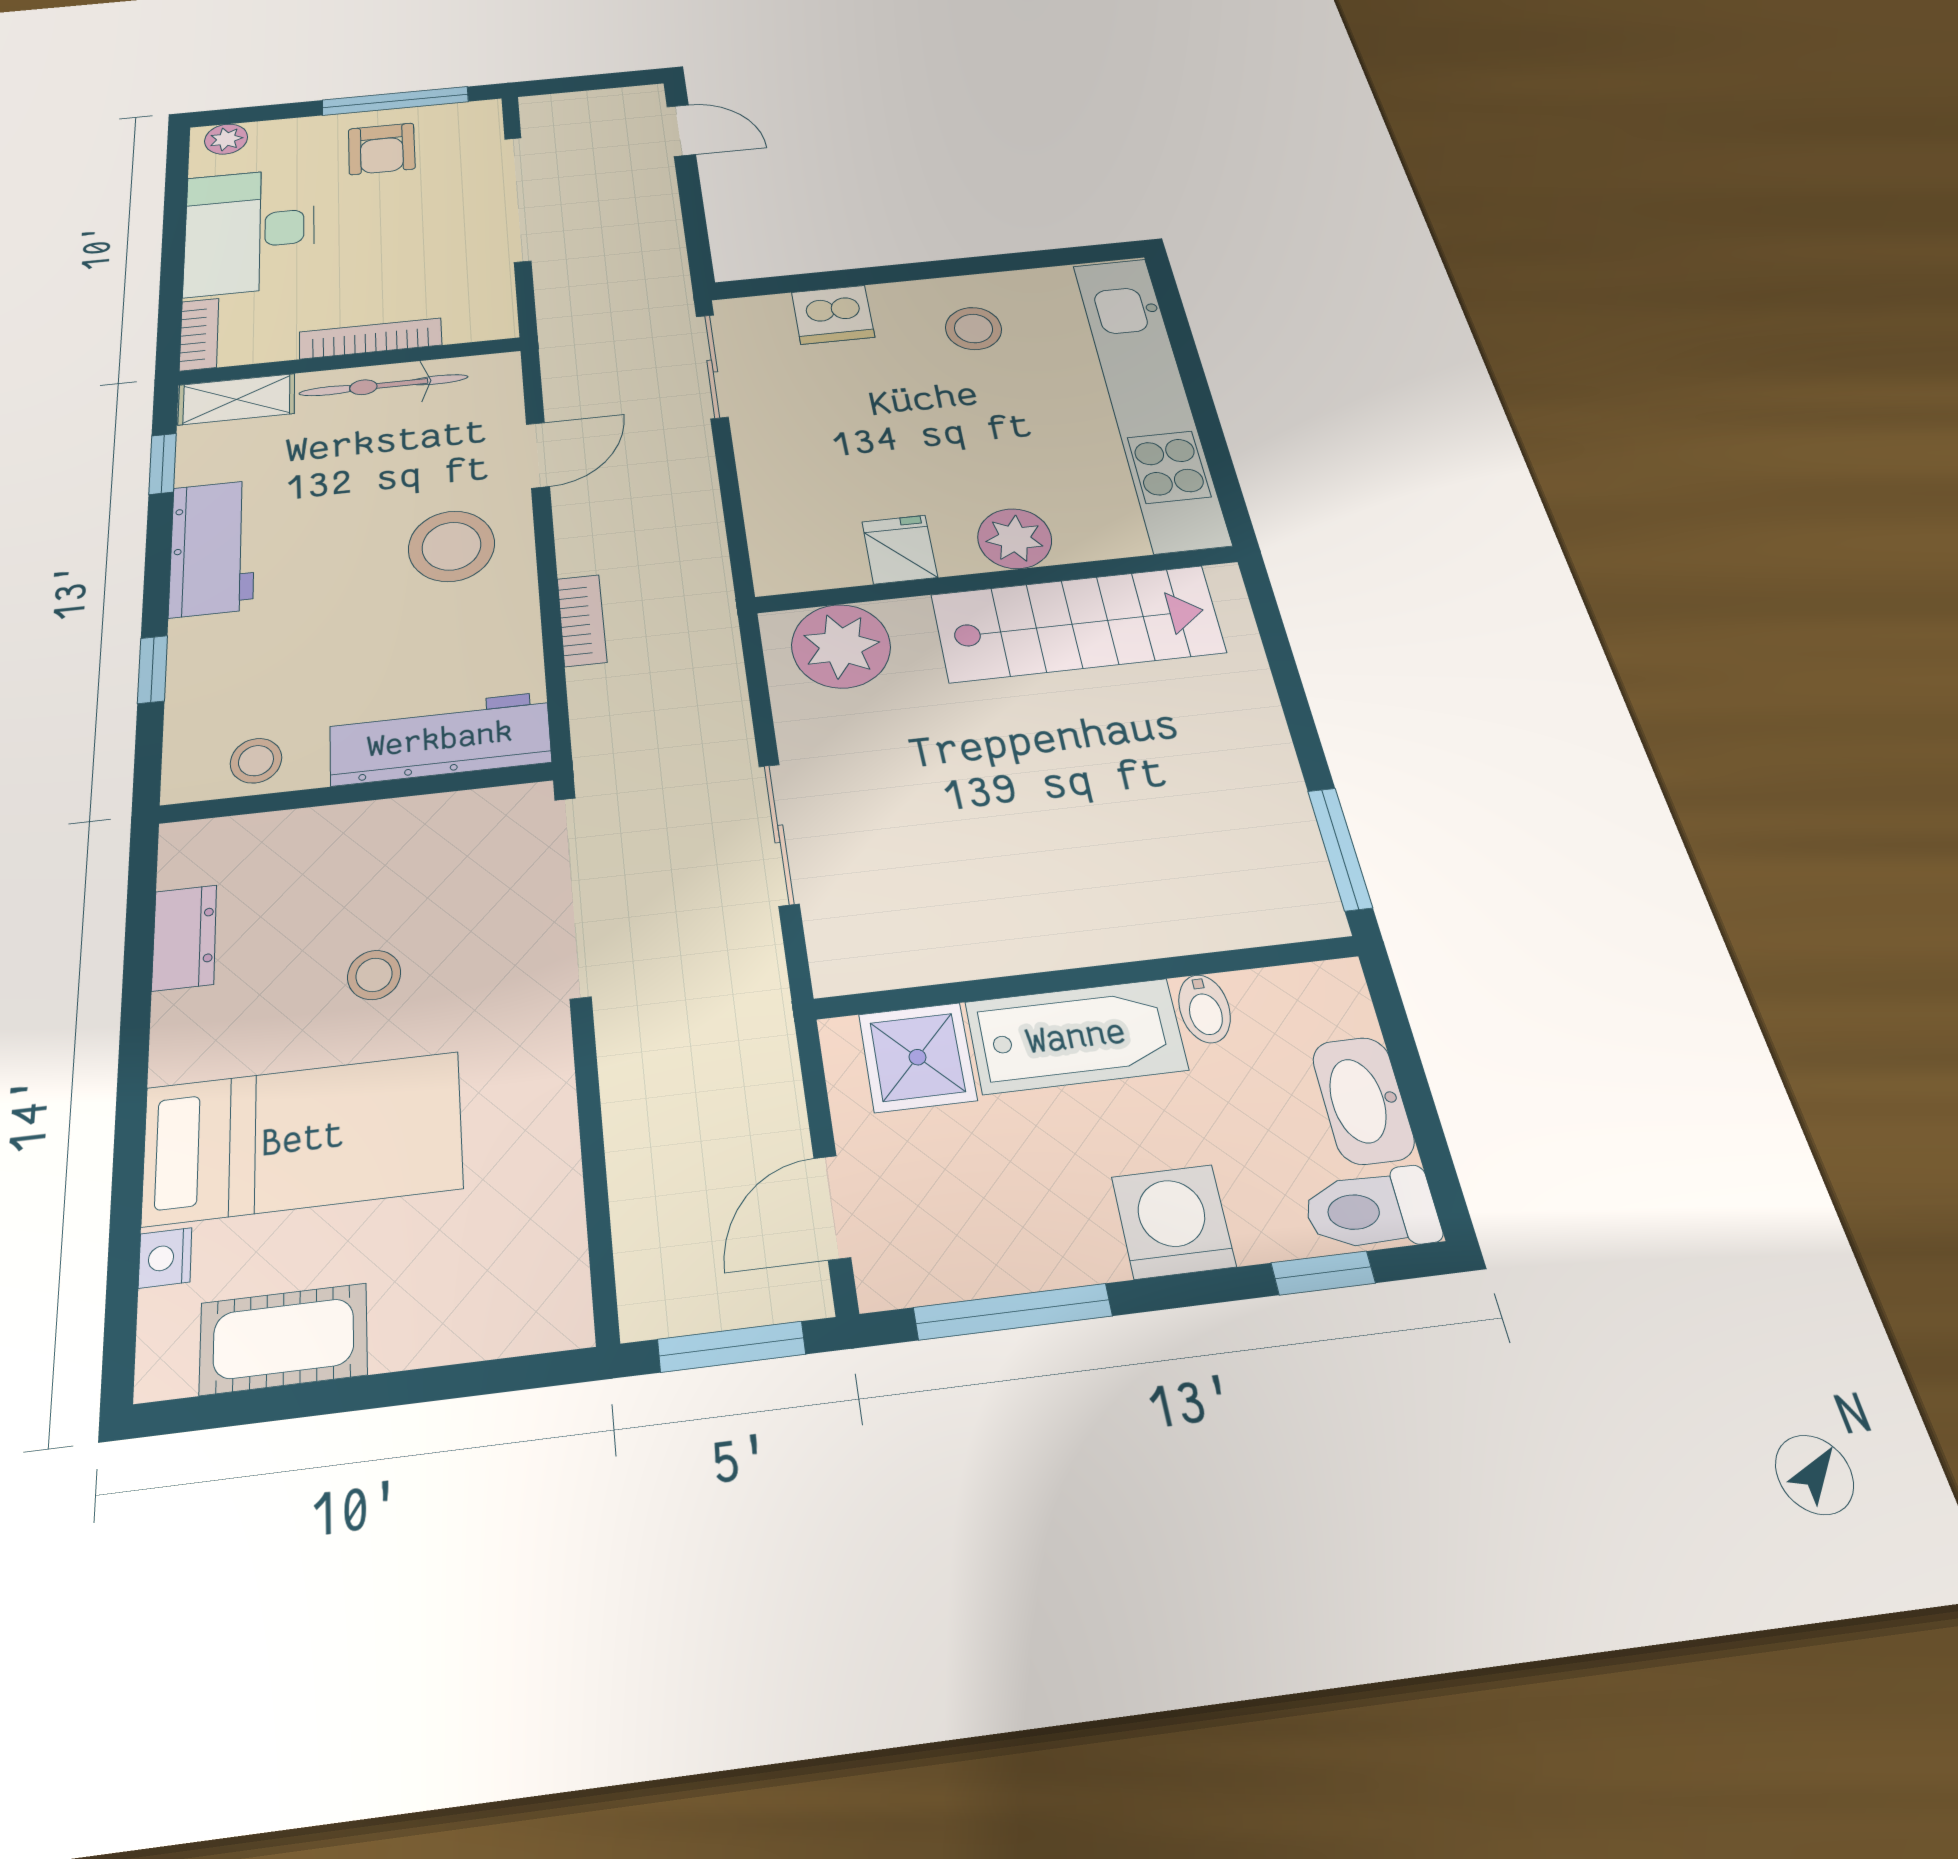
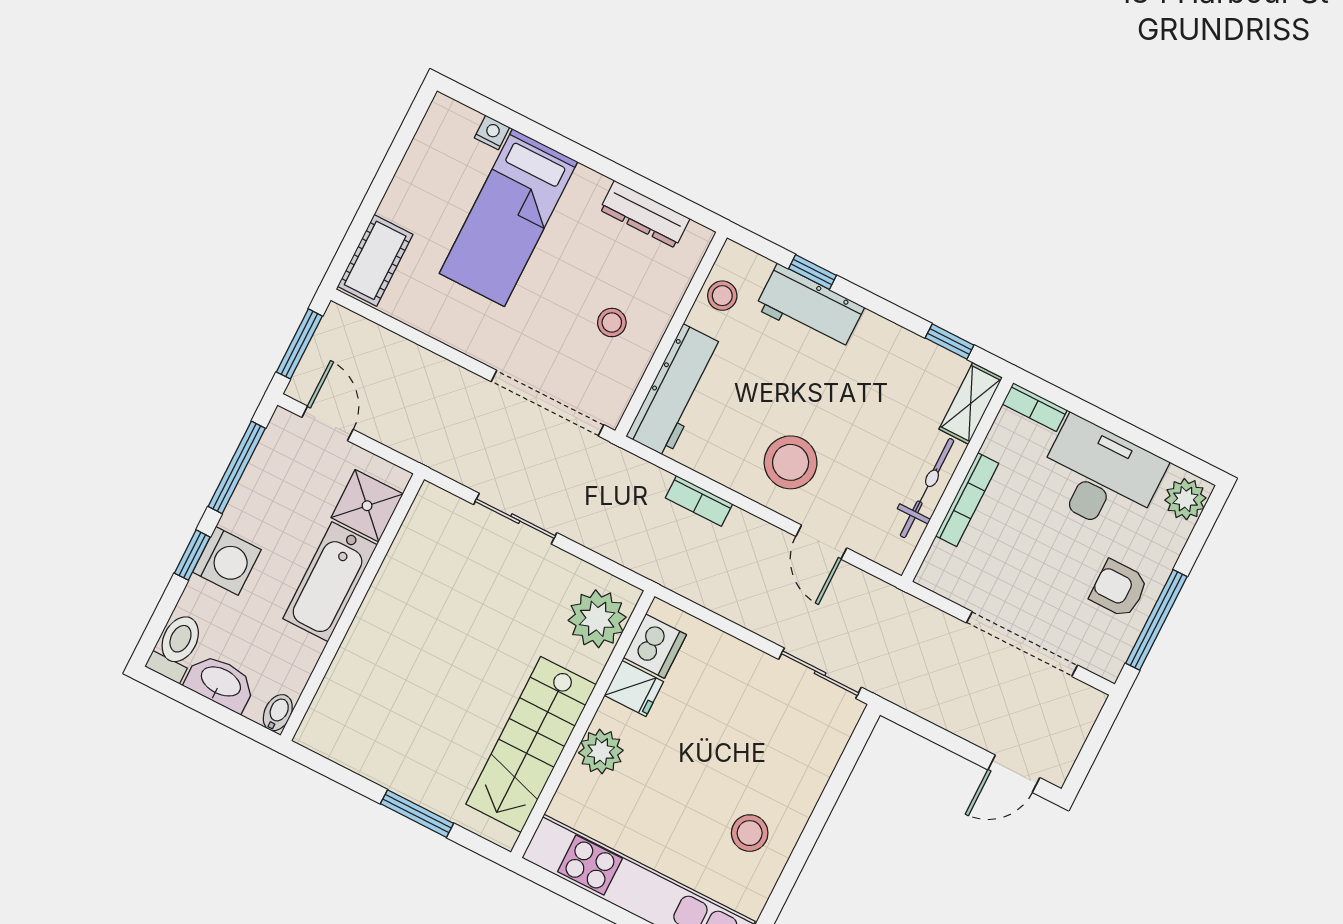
plant: (226, 139) -> (1185, 499), width x1.38, depth x1.38
dishwasher: (833, 315) -> (655, 646), moved, turned 180
workbench: (212, 548) -> (810, 308), moved
window: (1340, 849) -> (417, 814), moved
dresser: (184, 938) -> (645, 214), width x1.44
stool: (374, 975) -> (612, 323), moved
bidet: (1204, 1009) -> (278, 713), moved, turned 90
window: (1323, 1273) -> (192, 555), moved
cot: (284, 1339) -> (375, 260), moved

